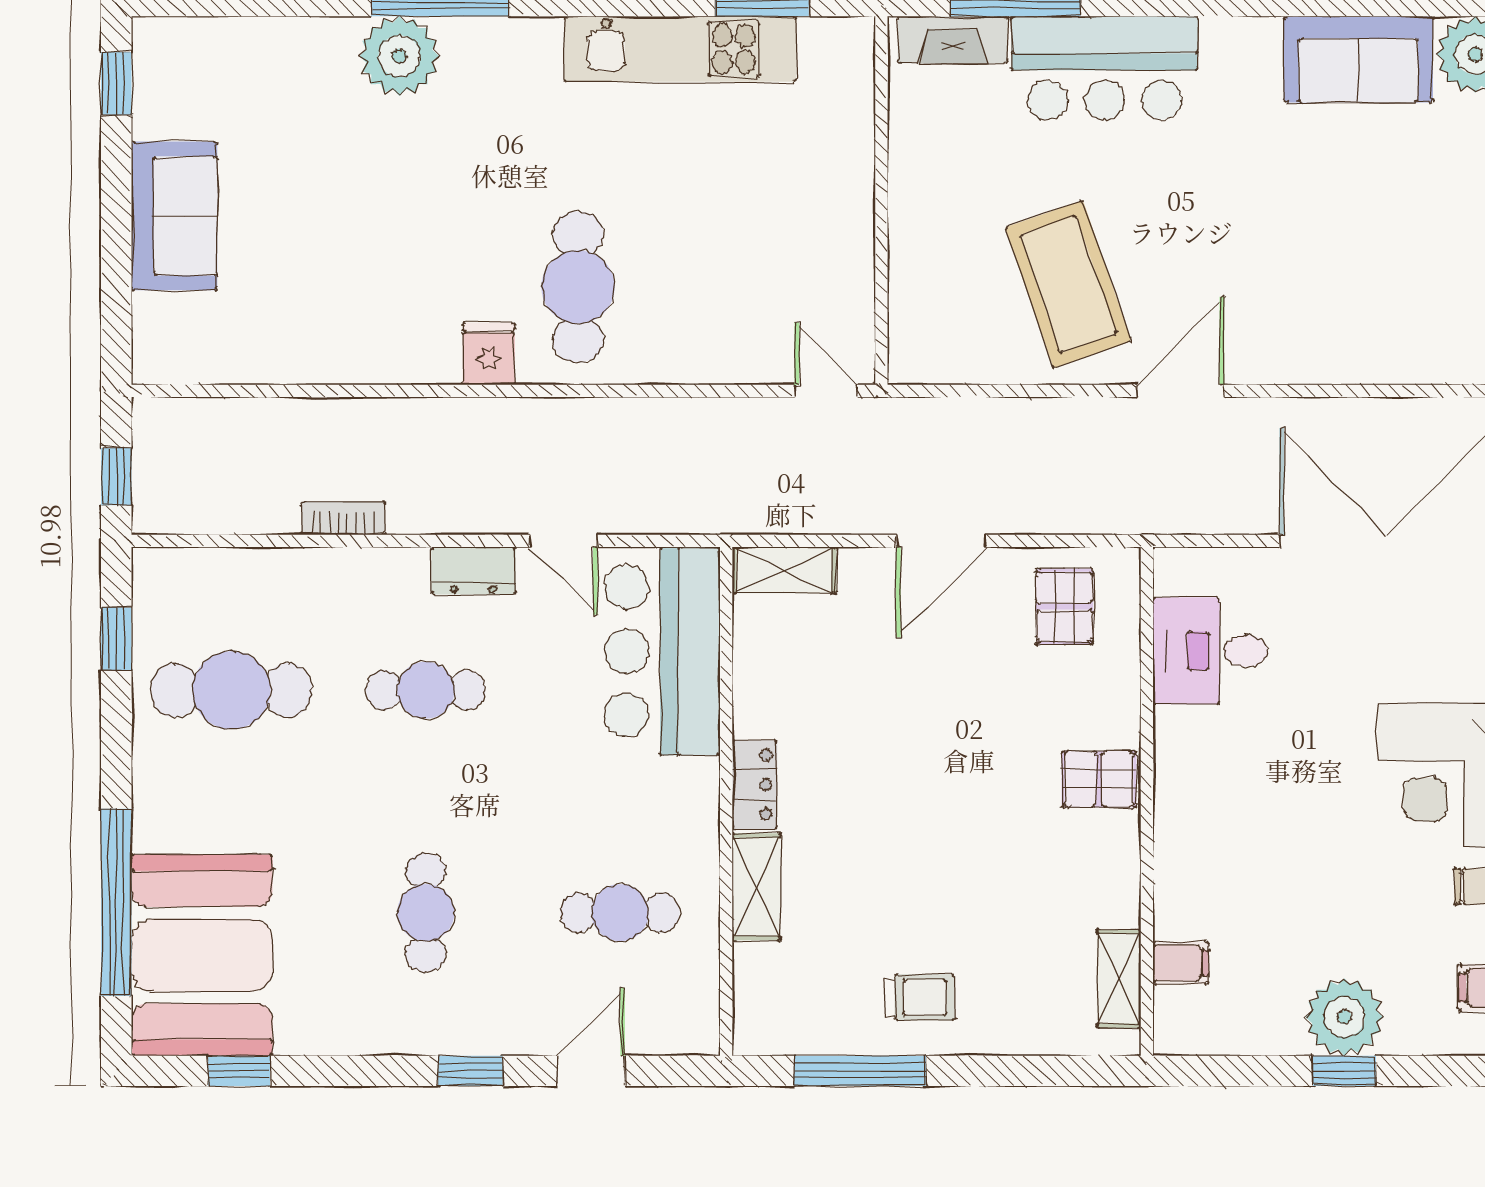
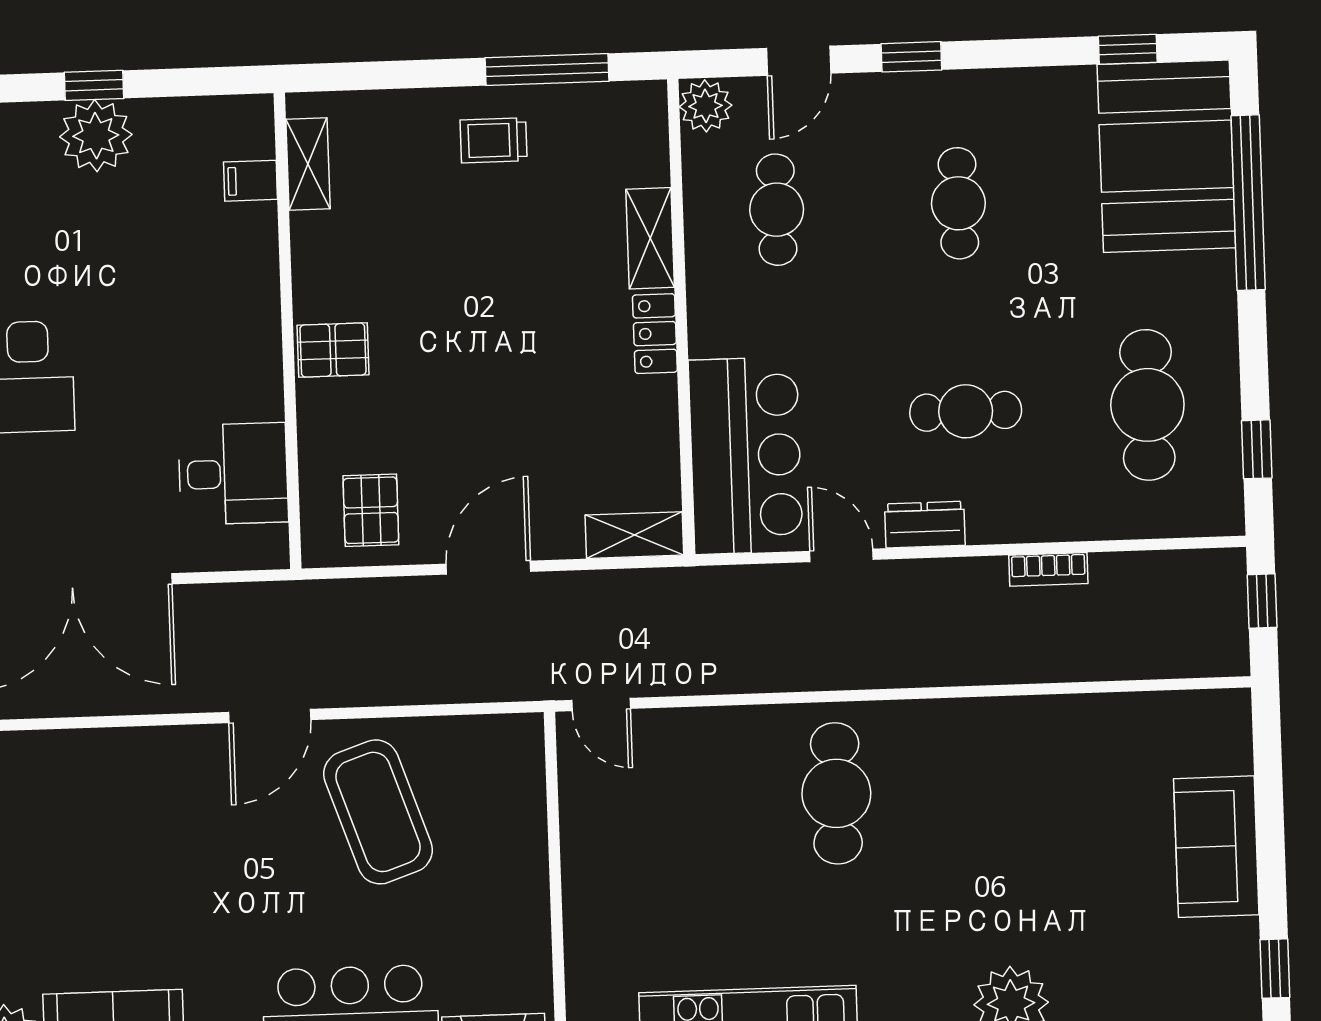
fridge: (489, 354) -> (918, 728), removed
cafe table: (231, 690) -> (1147, 405), turned 90
cafe table: (620, 913) -> (777, 210), turned 90
plant: (692, 1026) -> (706, 106), added

